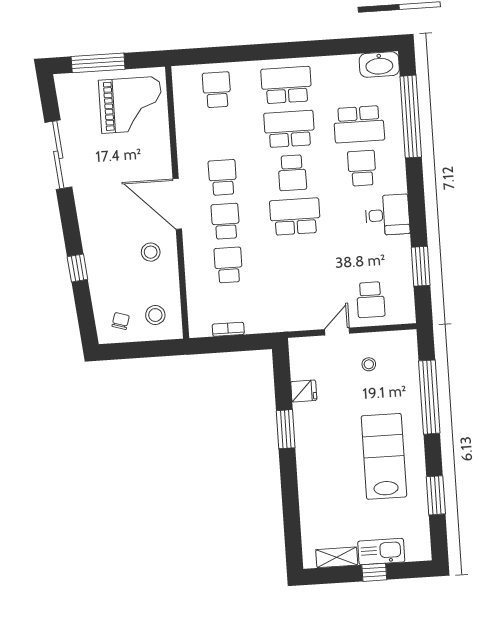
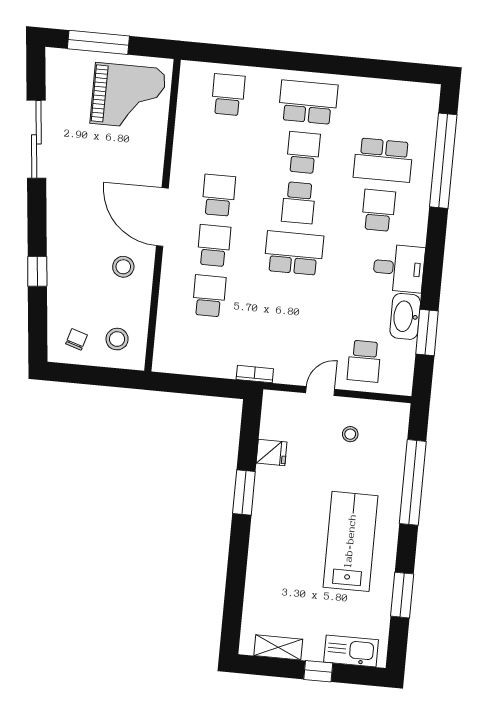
washbasin: (379, 65) -> (405, 316), moved, turned 90
school desk: (289, 129) -> (303, 152), width x0.54
bookcase: (228, 329) -> (255, 374), moved
kitchen sink: (381, 552) -> (351, 651), moved

